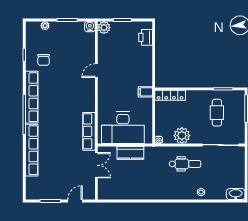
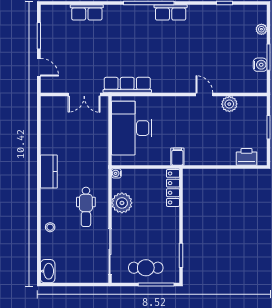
water cooler: (90, 27) -> (260, 65), moved
plant: (104, 28) -> (229, 104), moved
chair: (44, 60) -> (218, 27), removed
row of seats: (32, 97) -> (171, 12), width x0.50
cafe table: (217, 113) -> (146, 268), moved
row of seats: (32, 150) -> (87, 12), width x0.50
kitchen counter: (130, 153) -> (49, 171), moved, turned 180

